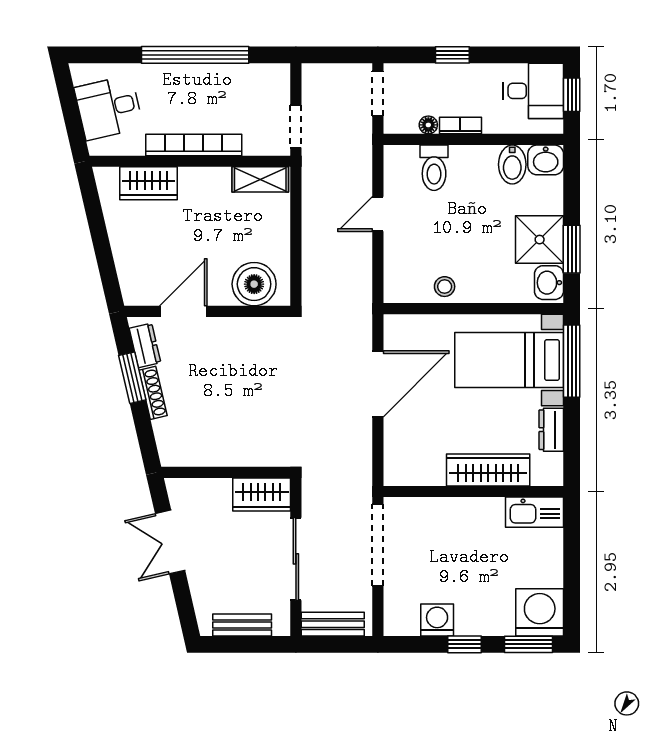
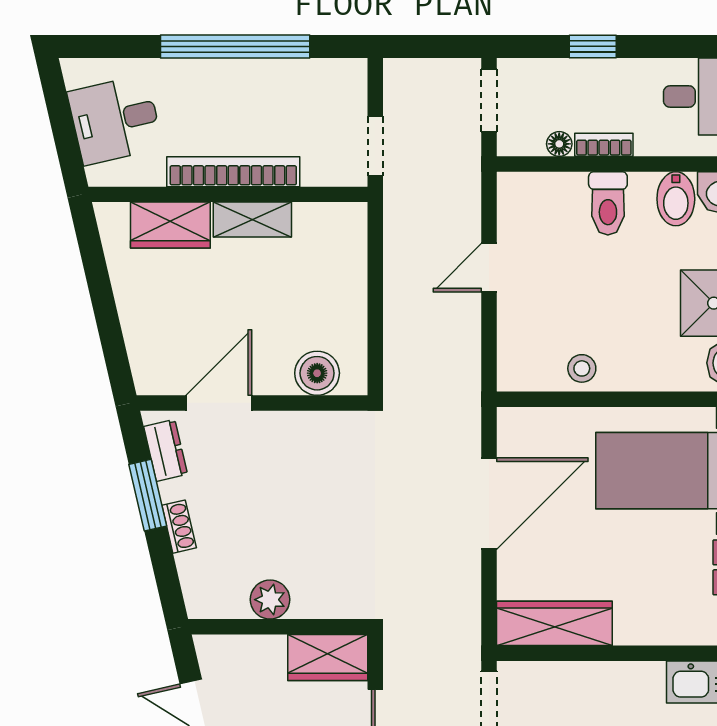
toilet: (434, 168) -> (608, 203), moved
shelving: (260, 179) -> (252, 220), moved
boiler: (254, 284) -> (317, 373), width x0.73, depth x0.73
shoe rack: (153, 393) -> (179, 527), width x0.70
plant: (220, 453) -> (270, 600), added
wardrobe: (488, 470) -> (554, 623), moved

